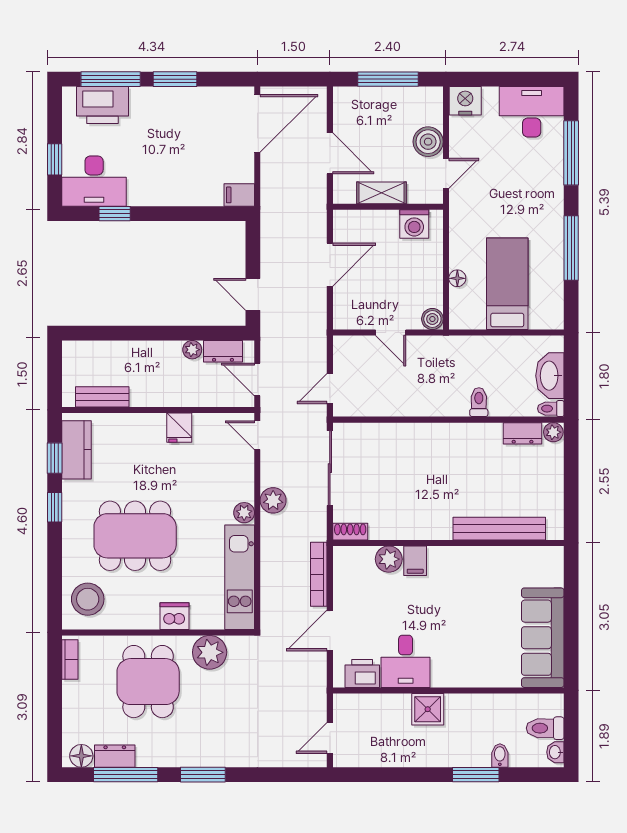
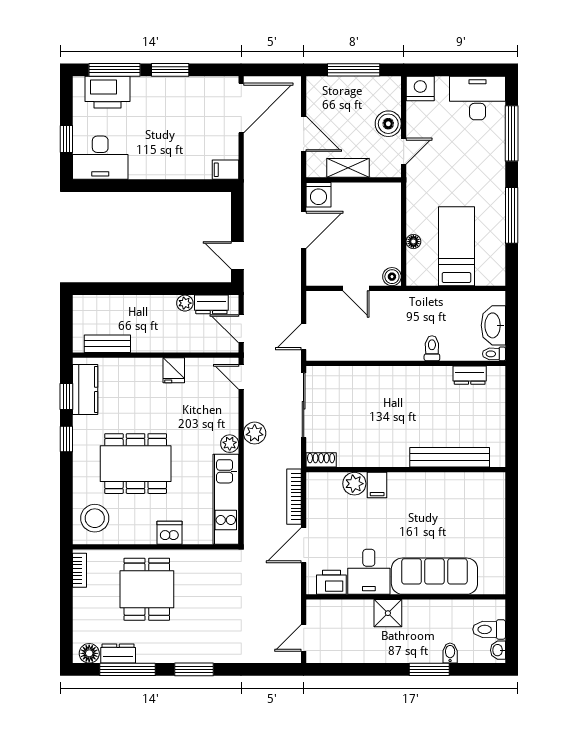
window: (115, 214) -> (118, 186), removed
washing machine: (414, 224) -> (318, 195), moved
plant: (553, 432) -> (496, 374), removed
sofa: (543, 638) -> (434, 576), moved, turned 90
plant: (210, 652) -> (200, 564), removed

